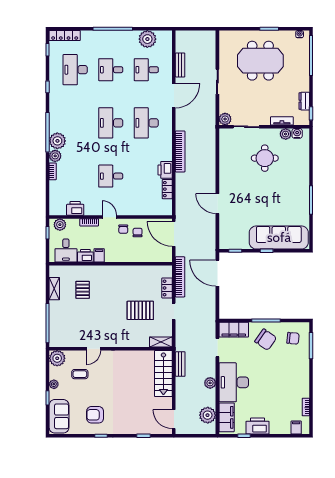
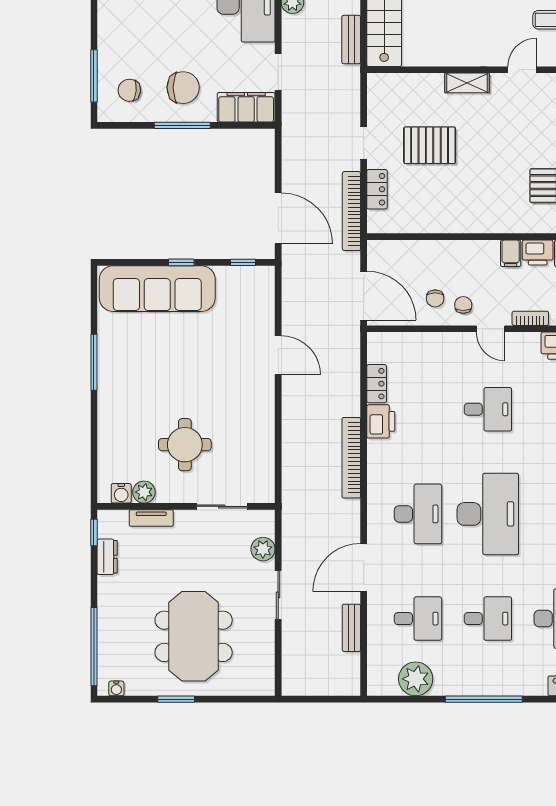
meeting table: (260, 61) -> (194, 636), turned 90
plant: (225, 119) -> (263, 549), moved
desk: (111, 123) -> (488, 514), width x1.36, depth x1.30
chair: (266, 340) -> (183, 88), turned 145
shelving: (161, 342) -> (467, 83), moved

